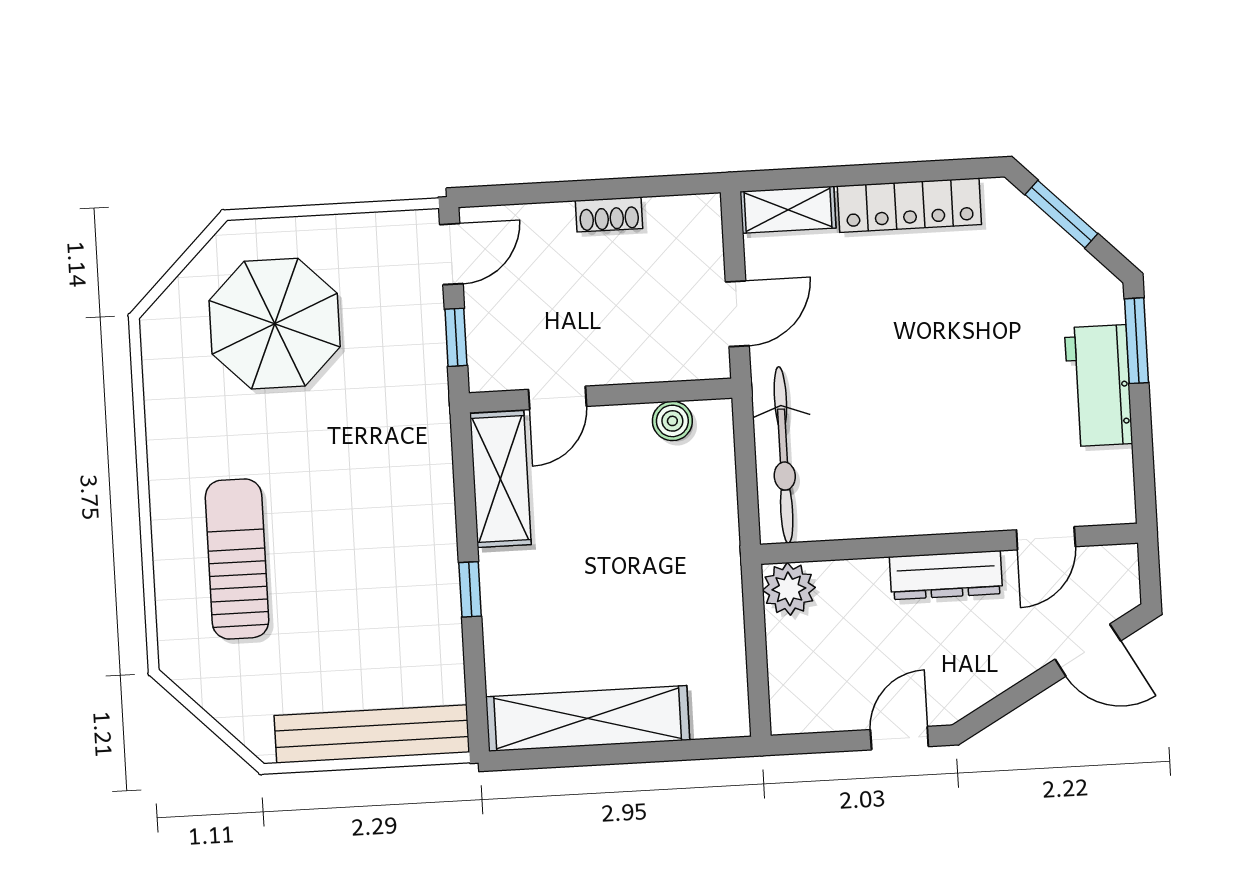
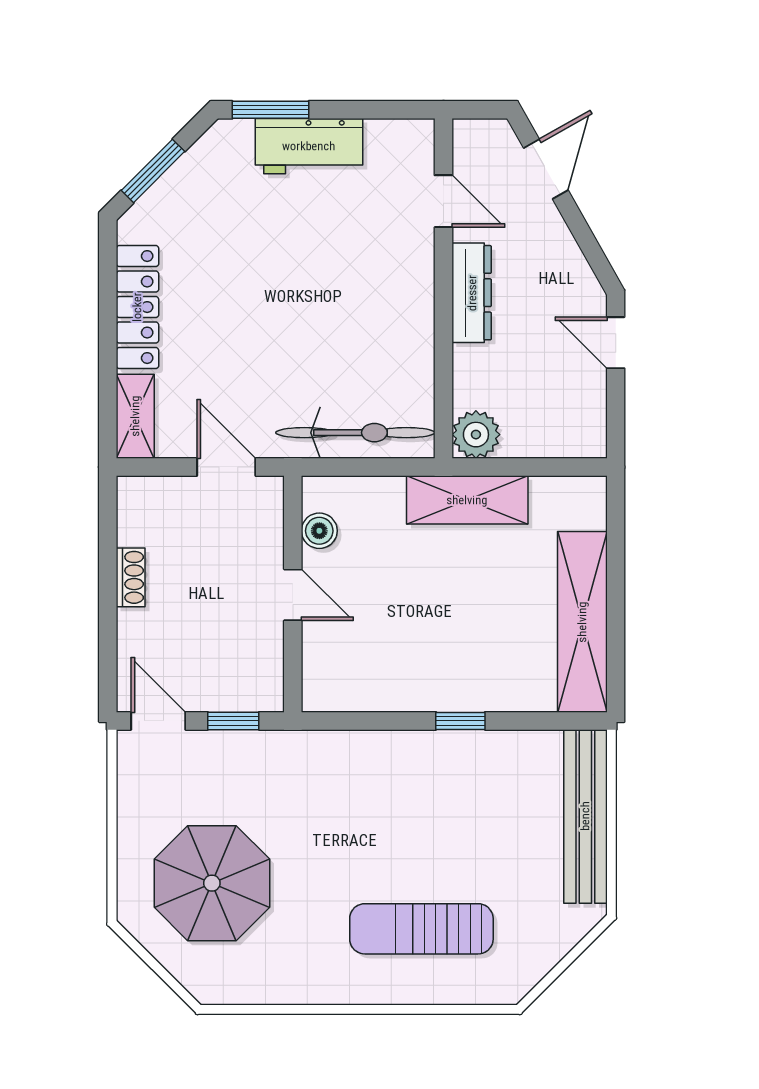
door: (557, 398) -> (293, 595), moved
shelving: (500, 479) -> (467, 500), moved

